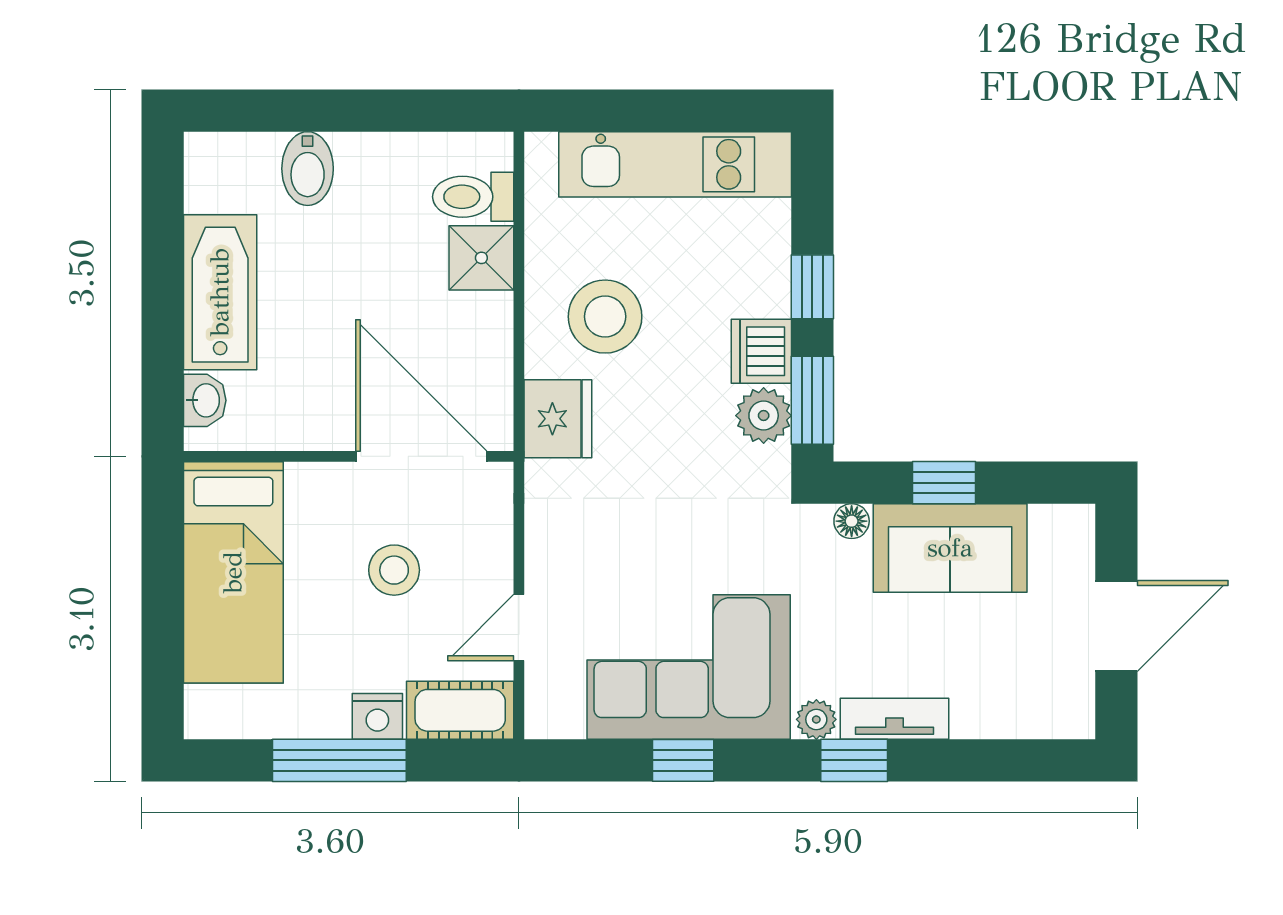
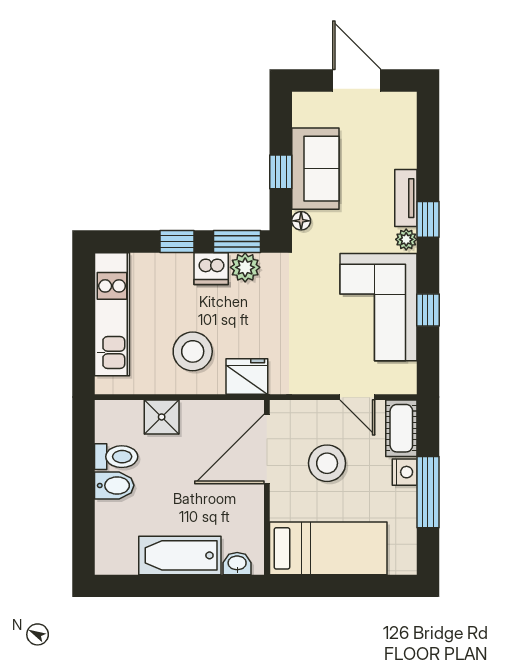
bidet: (308, 169) -> (114, 485), moved
toilet: (473, 197) -> (116, 457), moved, turned -90
stool: (394, 570) -> (327, 463), width x1.38, depth x1.38

